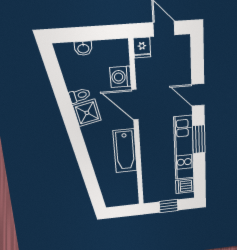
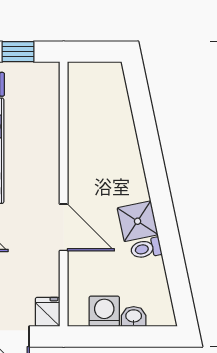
washing machine: (121, 77) -> (104, 311), moved, turned -90
bathtub: (125, 151) -> (84, 155), removed

